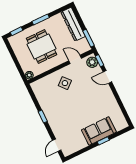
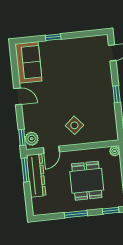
dresser: (73, 24) -> (36, 175), moved
door: (75, 59) -> (51, 150), hinge flipped
door: (107, 77) -> (18, 96), moved
sofa: (99, 131) -> (28, 62), moved, turned -90

